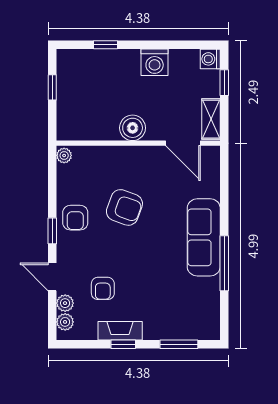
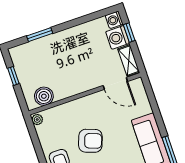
window: (106, 45) -> (40, 35), width x1.50
washing machine: (155, 62) -> (118, 38), moved, turned 90
boiler: (133, 128) -> (44, 96), moved

